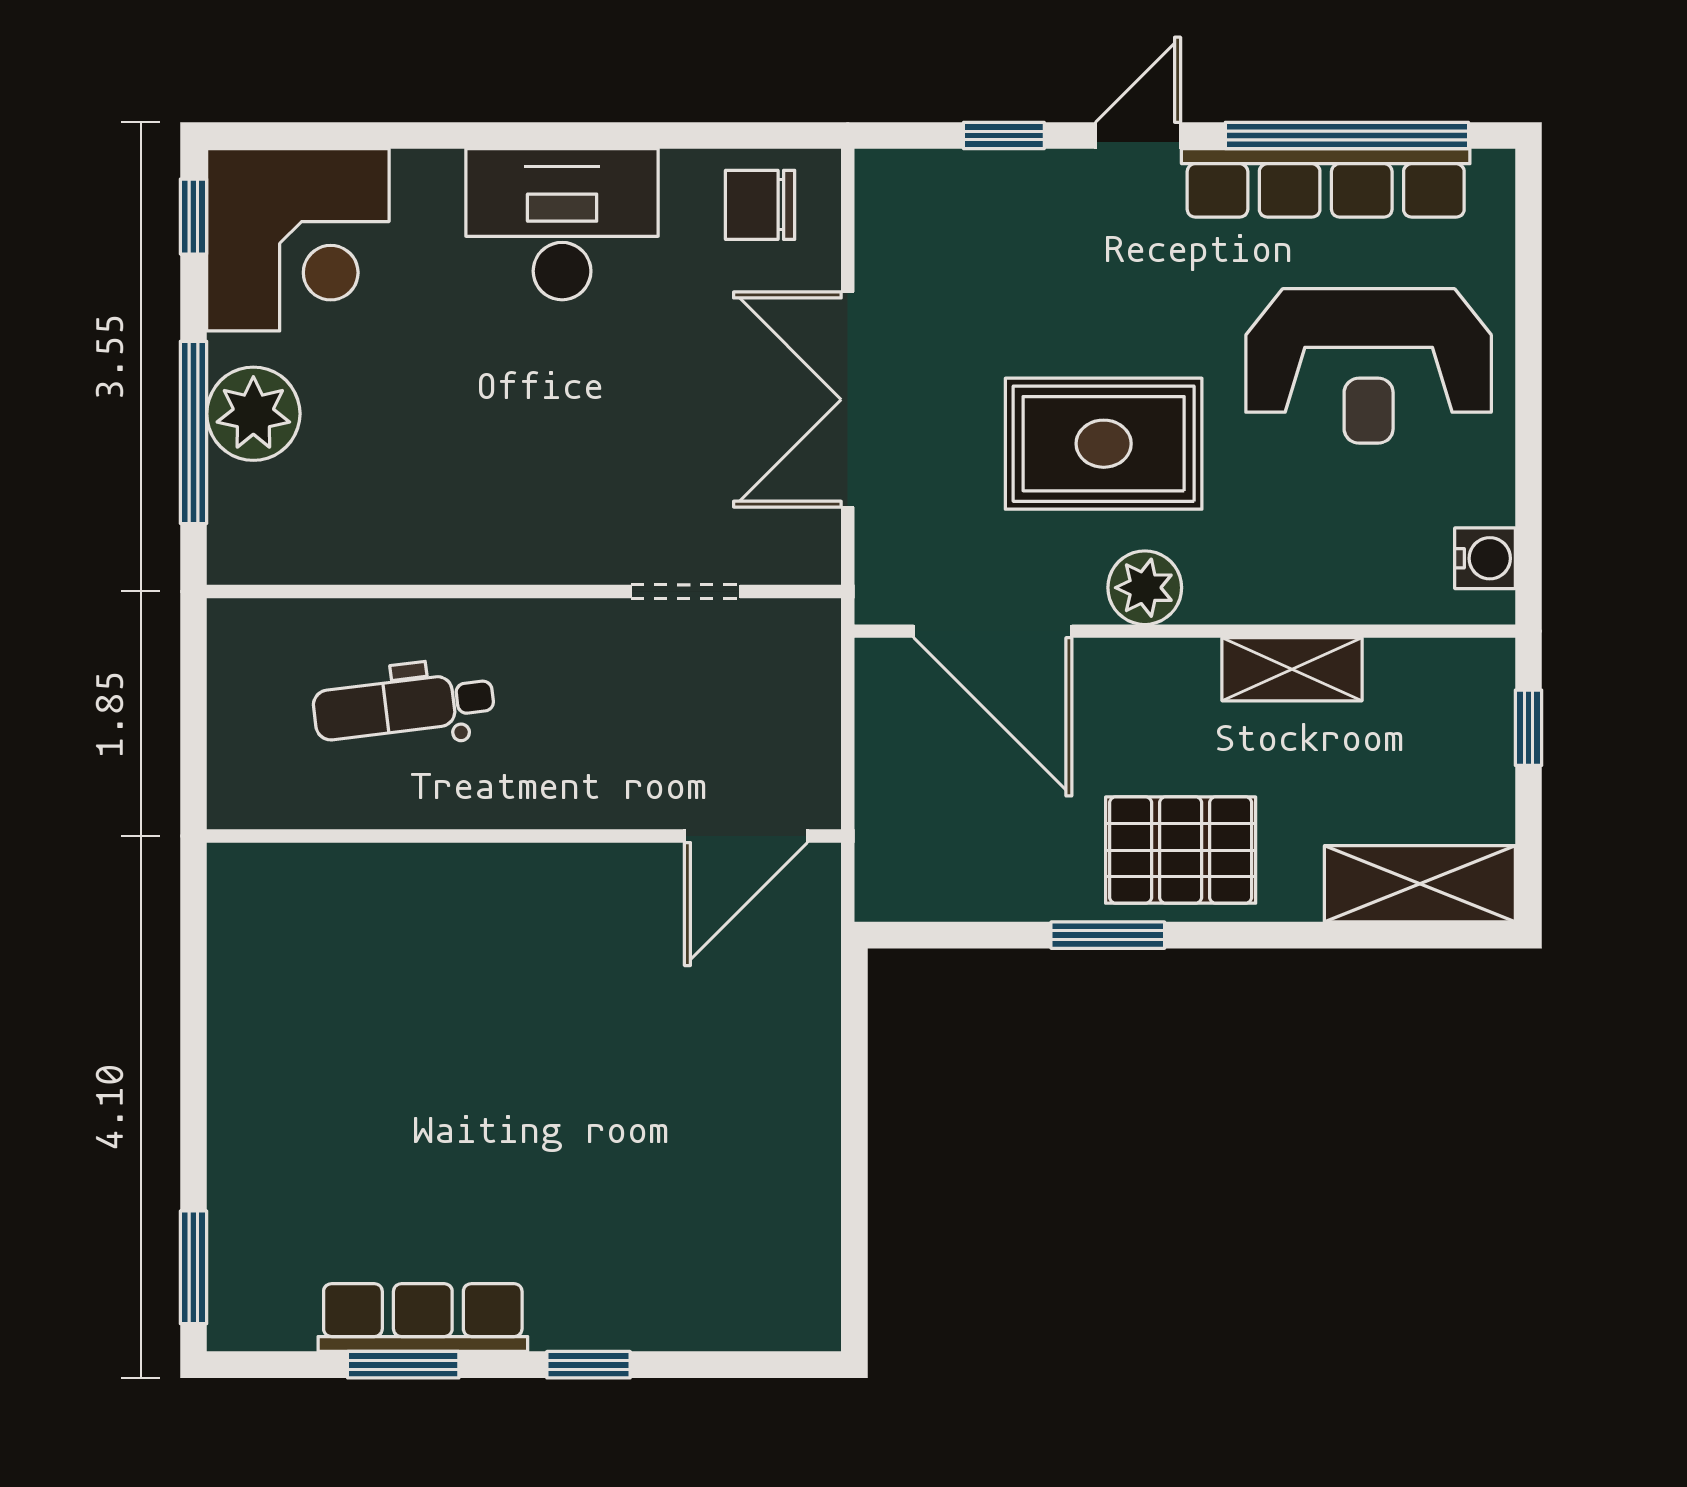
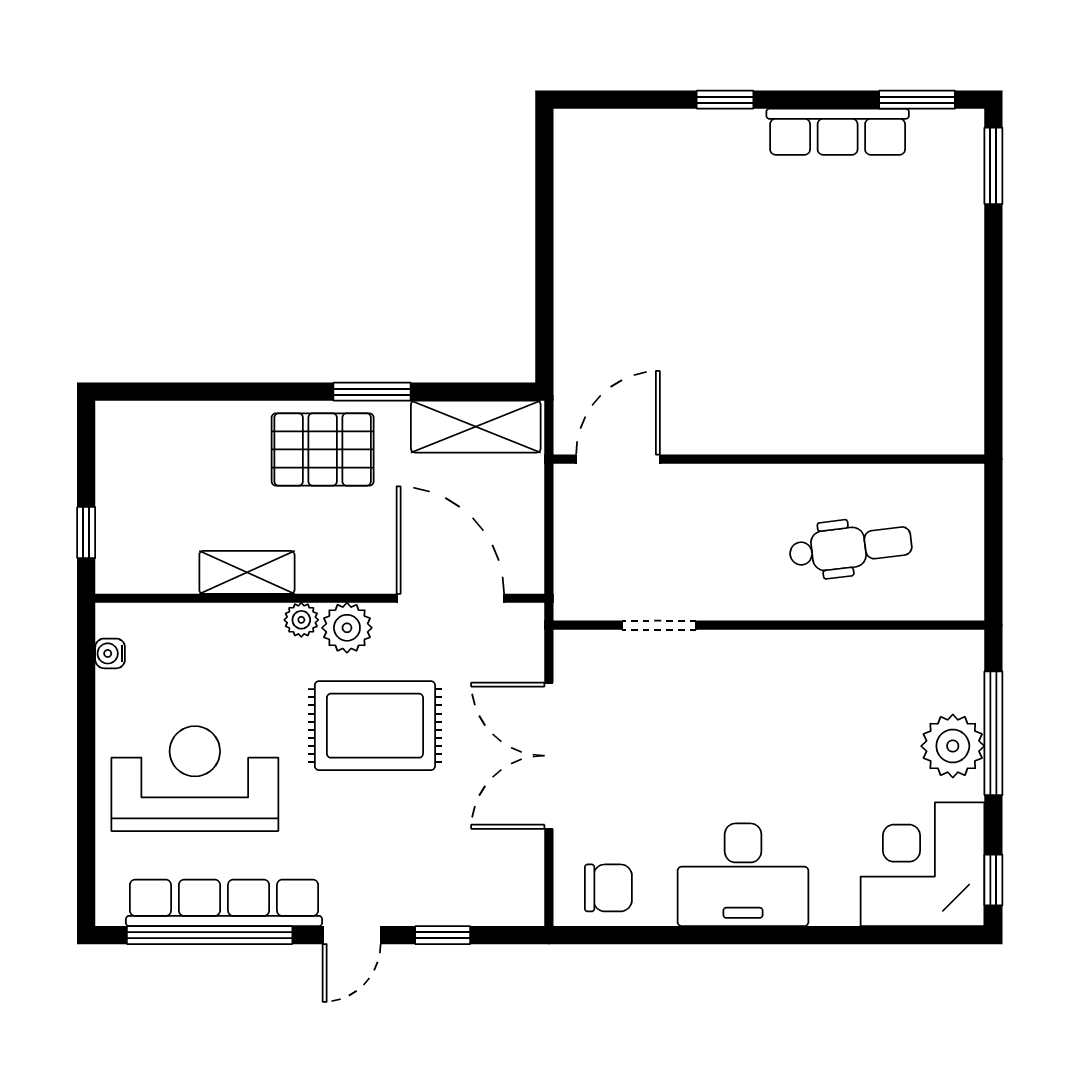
double door: (848, 400) -> (549, 756), swing flipped
water cooler: (1485, 558) -> (110, 653), width x0.72, depth x0.72
plant: (1212, 599) -> (301, 620), added
shelving: (1420, 884) -> (476, 427), moved
window: (403, 1365) -> (917, 100), moved

